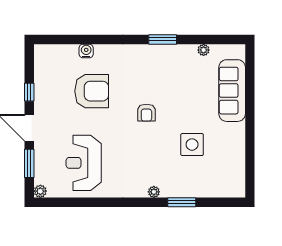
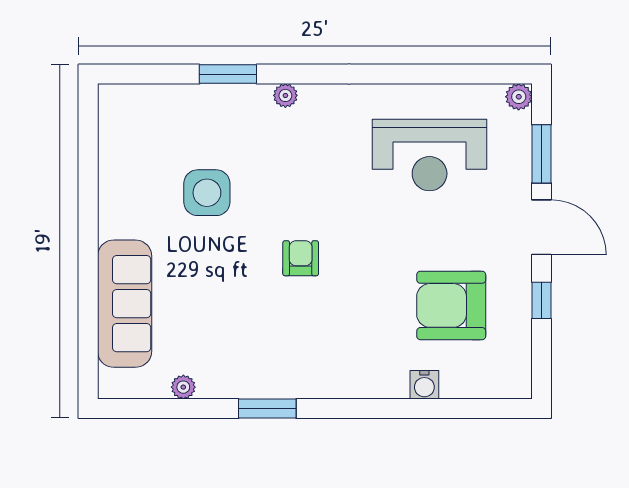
armchair: (92, 91) -> (451, 305), moved
reception desk: (84, 163) -> (430, 155), turned 90

